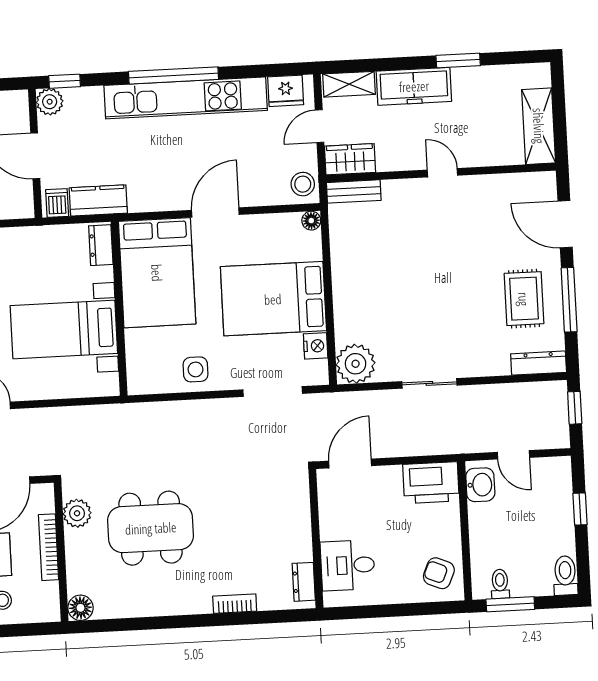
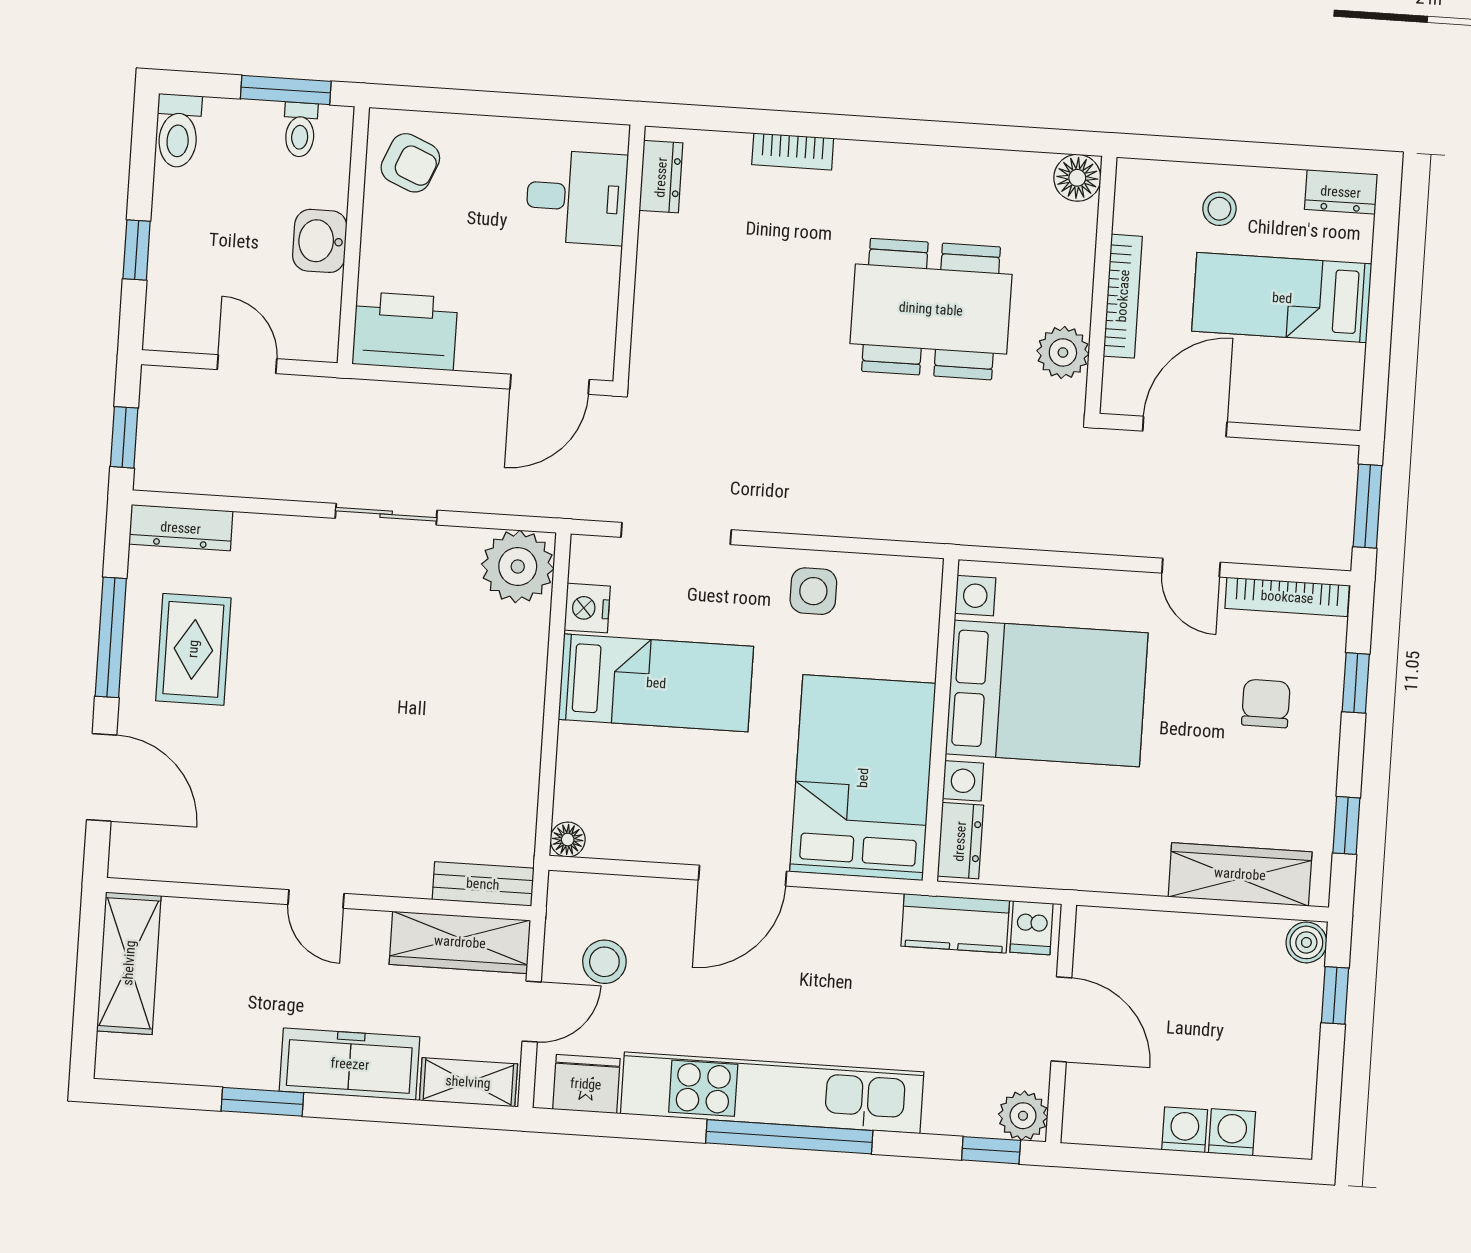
wardrobe: (350, 159) -> (460, 942), width x1.50
stool: (303, 184) -> (604, 962), moved
bed: (273, 299) -> (656, 683), width x0.67
bed with nightstands: (64, 330) -> (1047, 693), width x1.36
washbasin: (480, 485) -> (320, 241), moved

